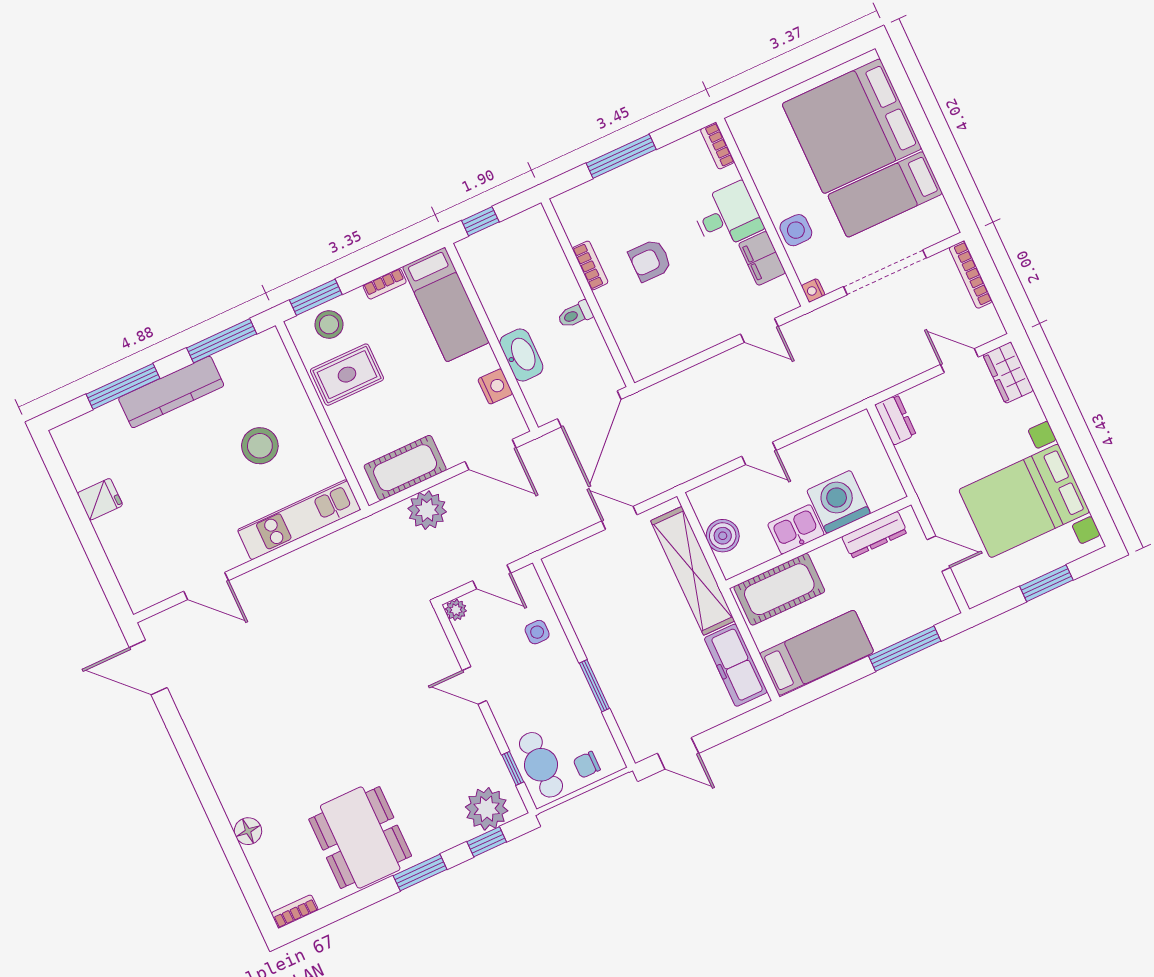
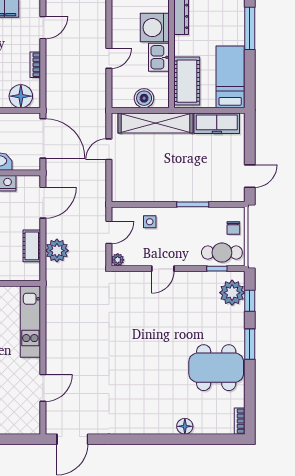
floor lamp: (638, 345) -> (21, 96), added
bookcase: (697, 345) -> (35, 65), added
cot: (405, 468) -> (32, 246), width x0.73, depth x0.75

